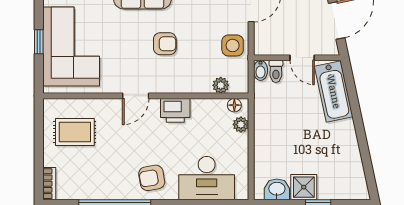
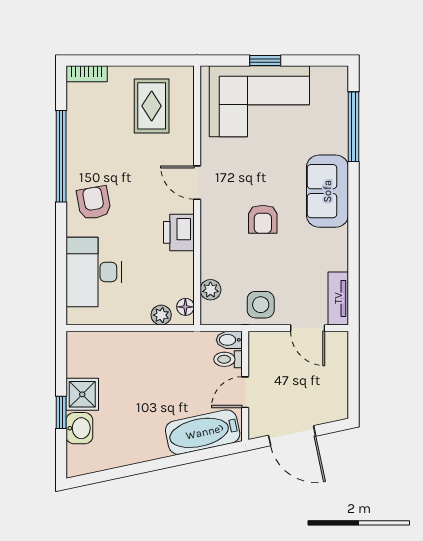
washbasin: (277, 189) -> (79, 428), moved

